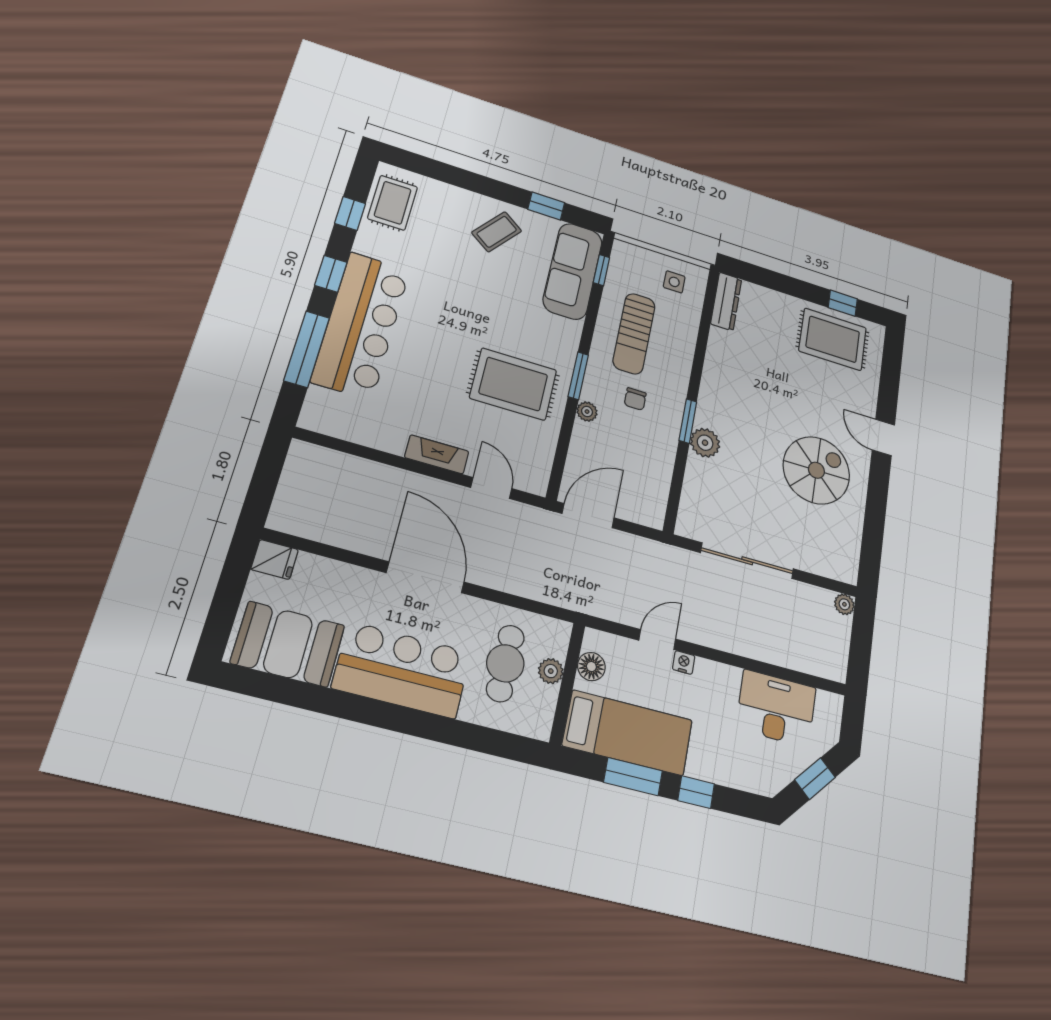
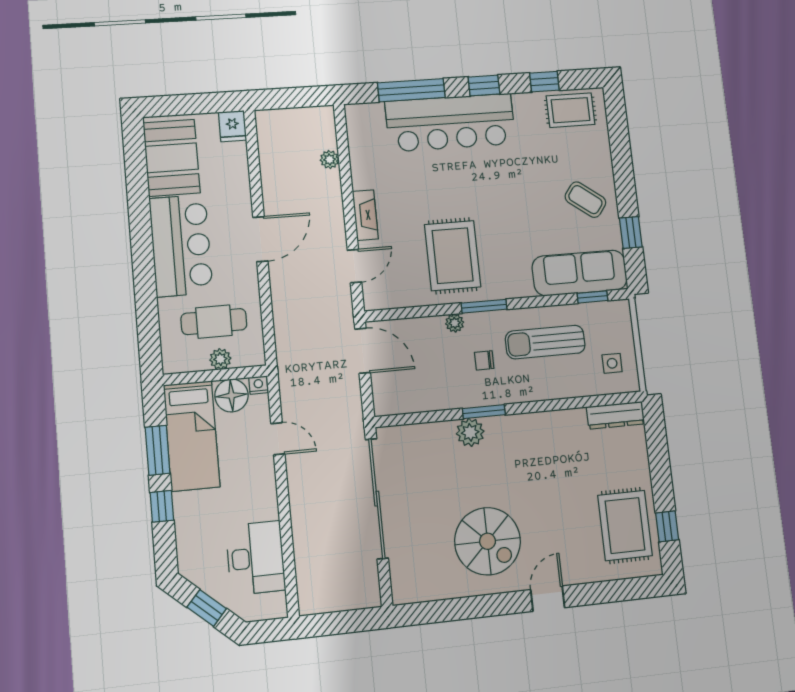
sliding door: (747, 561) -> (377, 499), width x1.36
door: (425, 577) -> (260, 239), width x0.73
plant: (844, 604) -> (330, 159), moved
nightstand: (684, 662) -> (258, 385), moved, turned -90
floor lamp: (591, 667) -> (231, 395), width x1.38, depth x1.38

